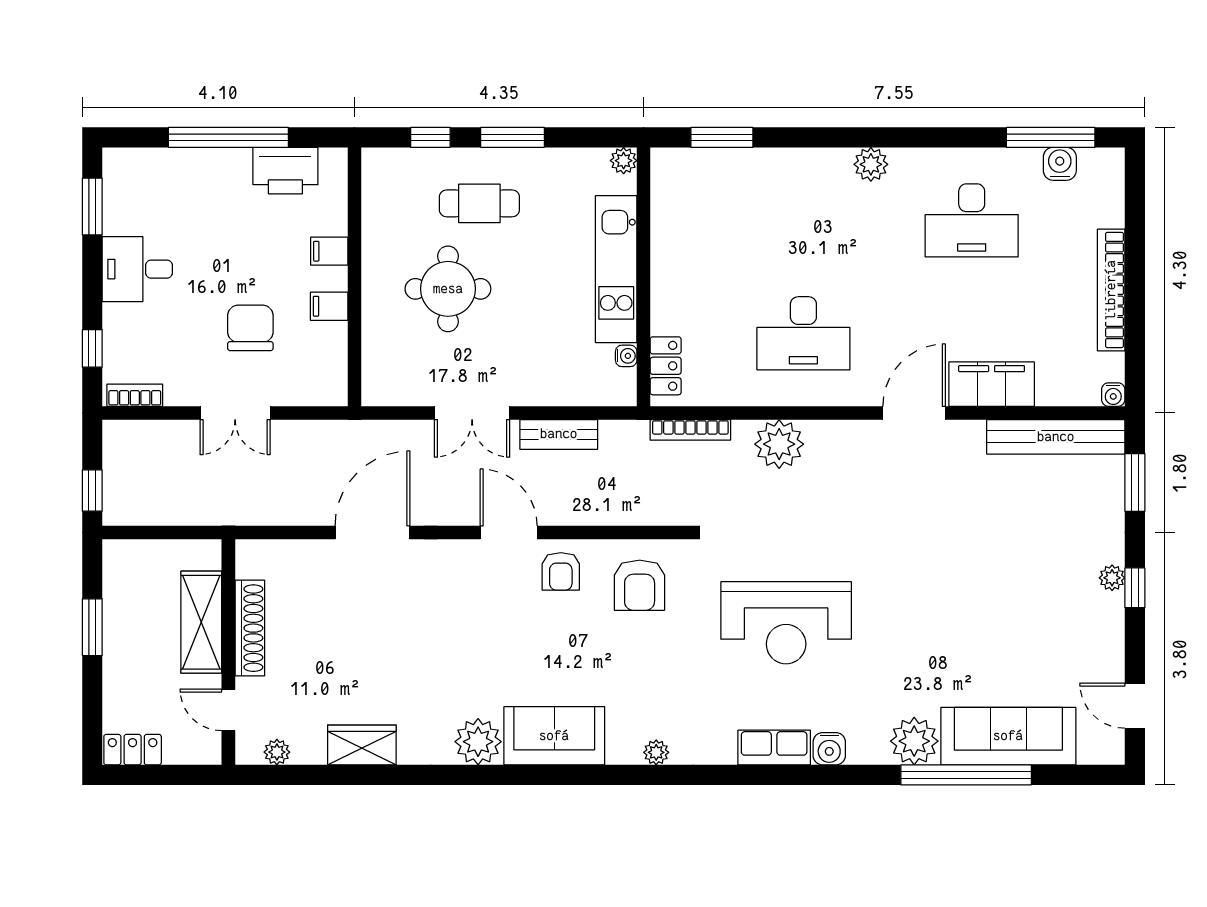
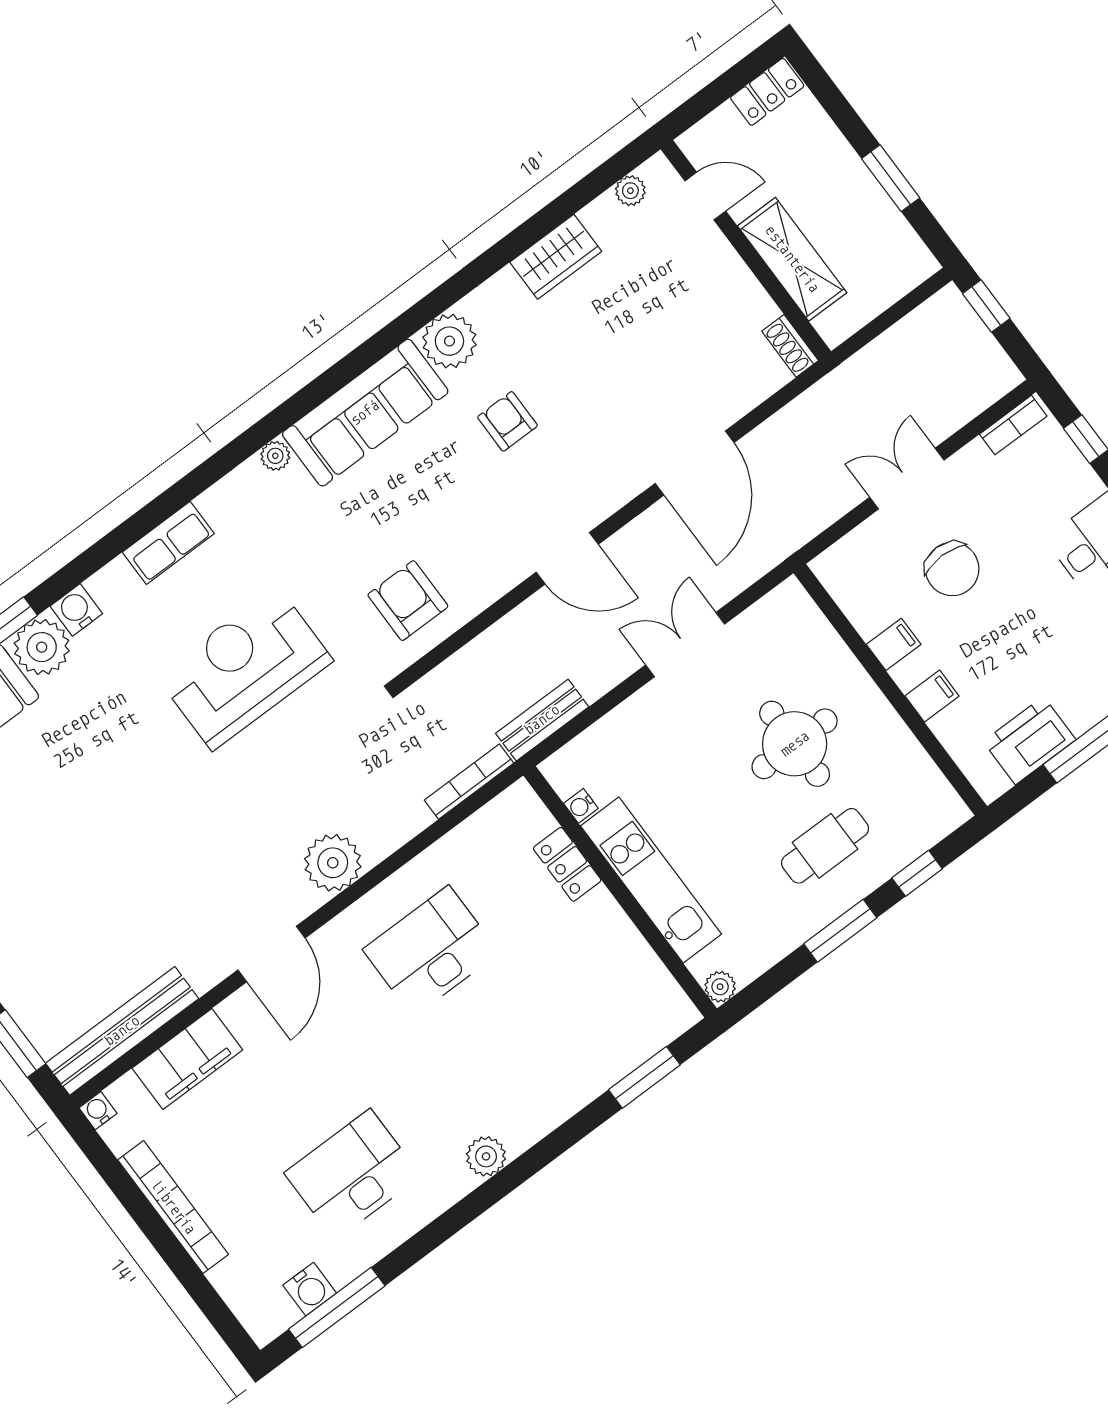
locker: (666, 366) -> (567, 864), moved
filing cabinet: (992, 384) -> (187, 1059), moved
bench: (559, 434) -> (542, 720), moved
plant: (779, 444) -> (333, 863), moved
armchair: (561, 571) -> (507, 421), moved
shoe rack: (250, 628) -> (790, 346), moved, width x0.51, depth x0.81
sofa: (554, 736) -> (365, 413), width x1.36
water cooler: (829, 749) -> (76, 610), moved

